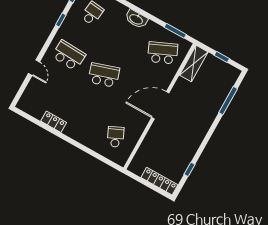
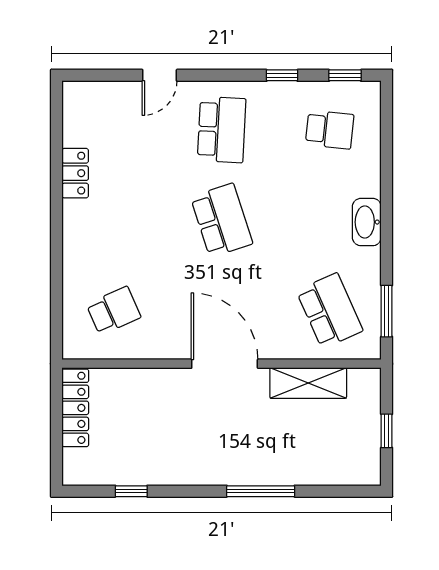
shelving: (194, 64) -> (308, 383), moved
window: (228, 101) -> (261, 491), moved
locker: (159, 181) -> (75, 408), moved

